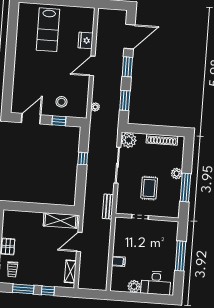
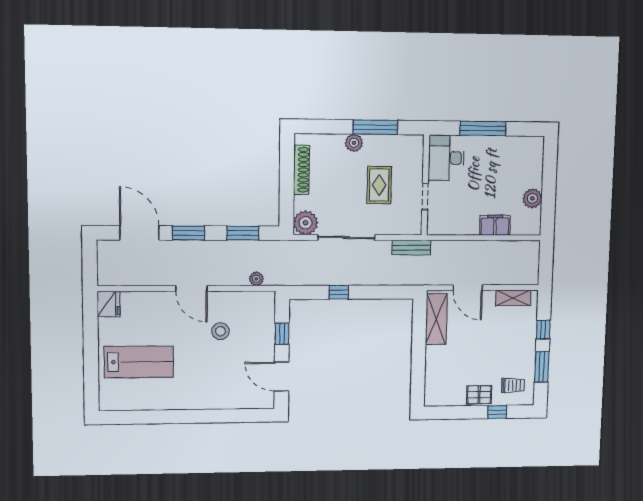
fridge: (86, 40) -> (108, 304), moved, turned -90
stool: (61, 102) -> (220, 331), moved
rug: (149, 188) -> (379, 185), turned 90
filing cabinet: (118, 261) -> (495, 225), width x2.00
desk: (156, 283) -> (446, 158), moved, turned 180

